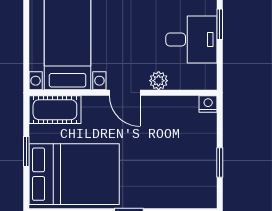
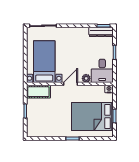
desk: (191, 40) -> (102, 71), moved, turned 90
door: (125, 93) -> (71, 84), swing flipped
bed: (74, 174) -> (92, 117), moved, turned 180

